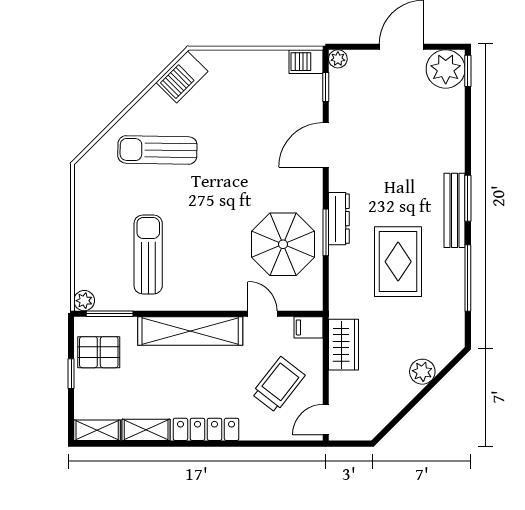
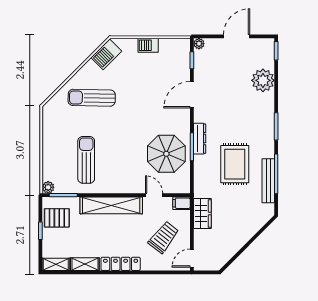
barbecue: (306, 62) -> (148, 45), moved
plant: (446, 69) -> (263, 80), moved
bench: (455, 210) -> (268, 181), moved
plant: (422, 372) -> (249, 230), removed

